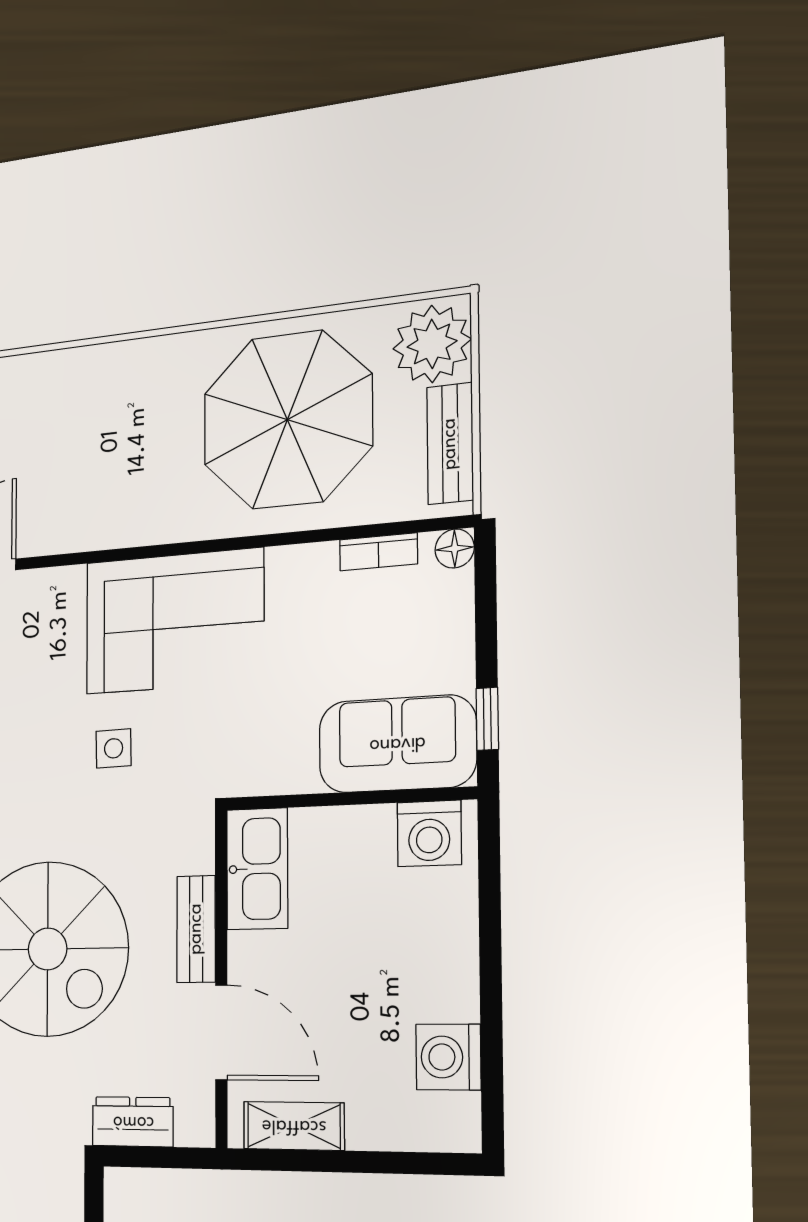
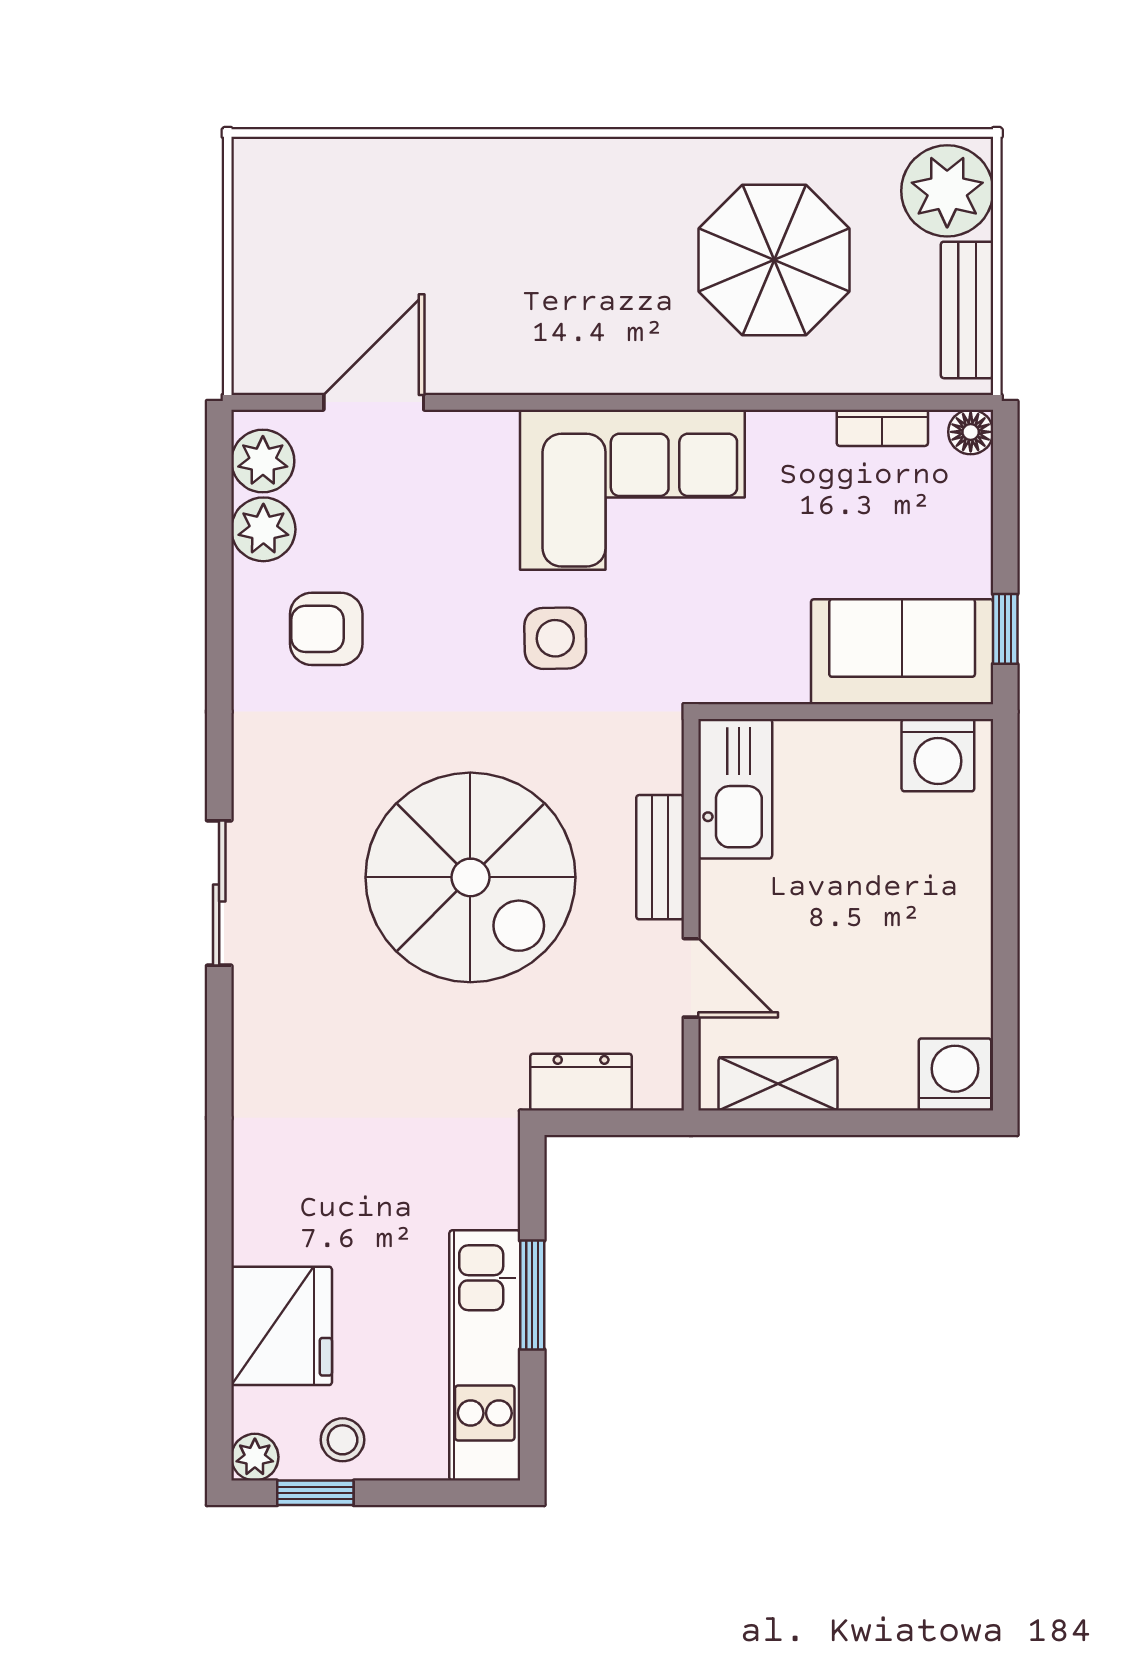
parasol: (287, 420) -> (774, 260), width x0.73, depth x0.73
side table: (114, 748) -> (555, 638), width x1.37, depth x1.37
door: (221, 1032) -> (691, 978), width x0.73
washing machine: (448, 1057) -> (955, 1074), moved, turned 90

